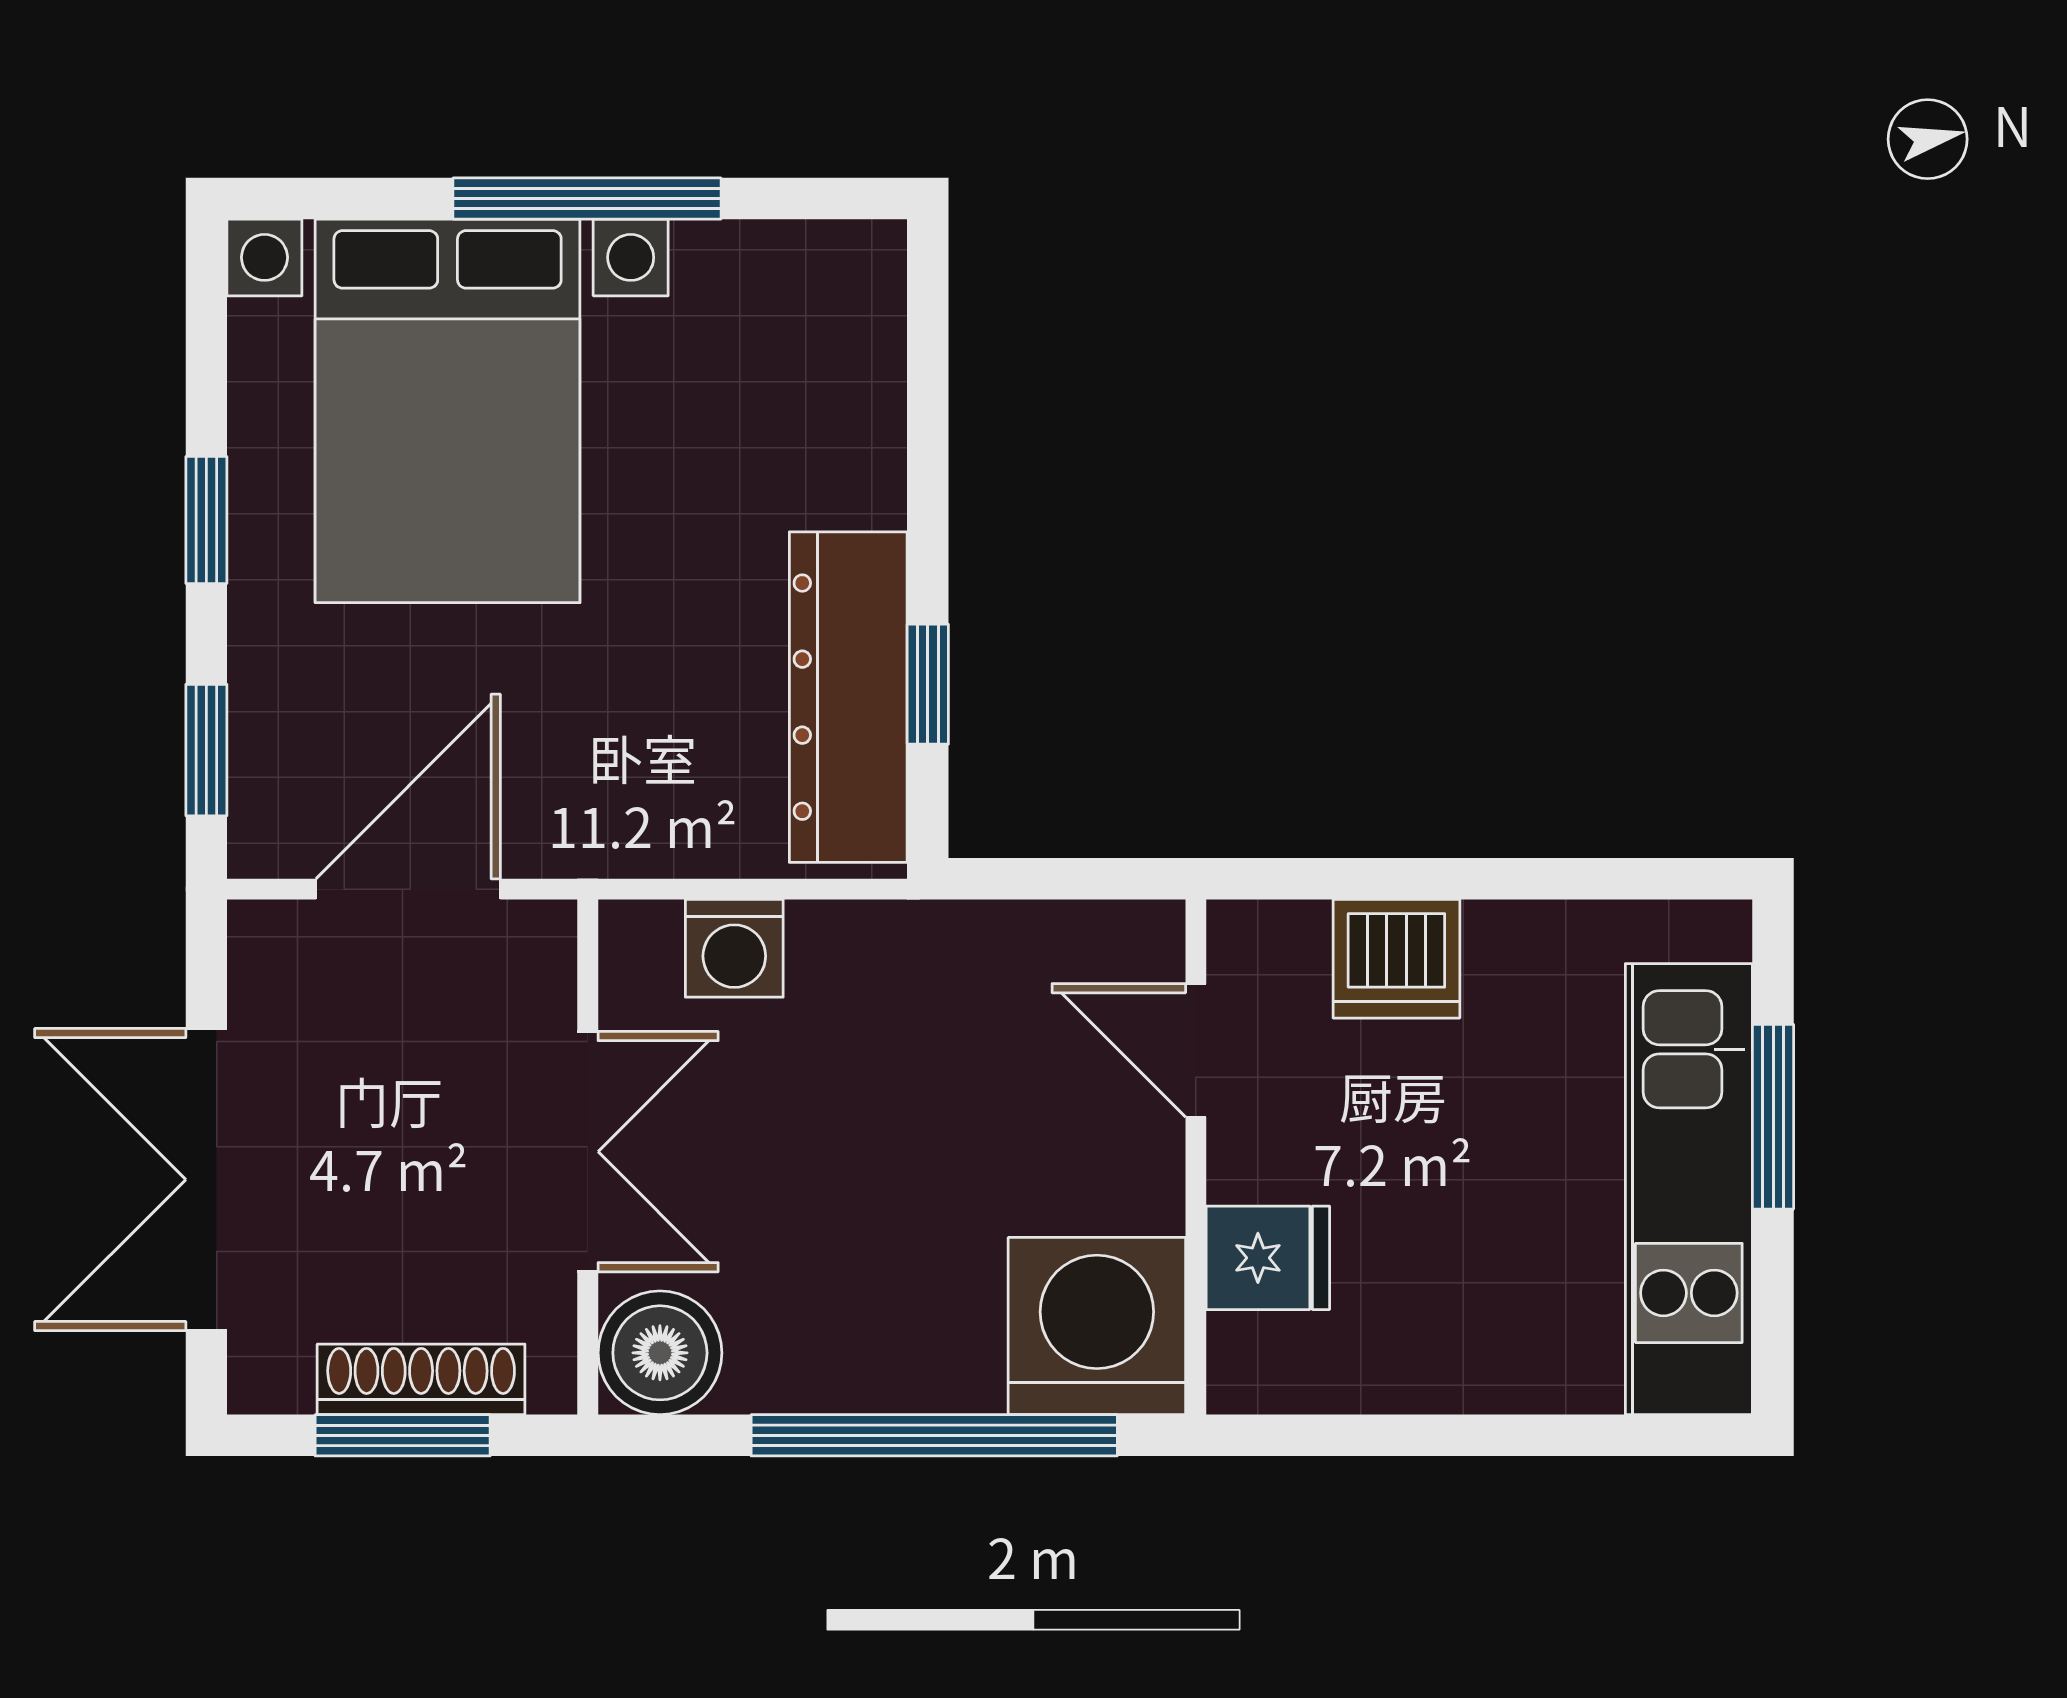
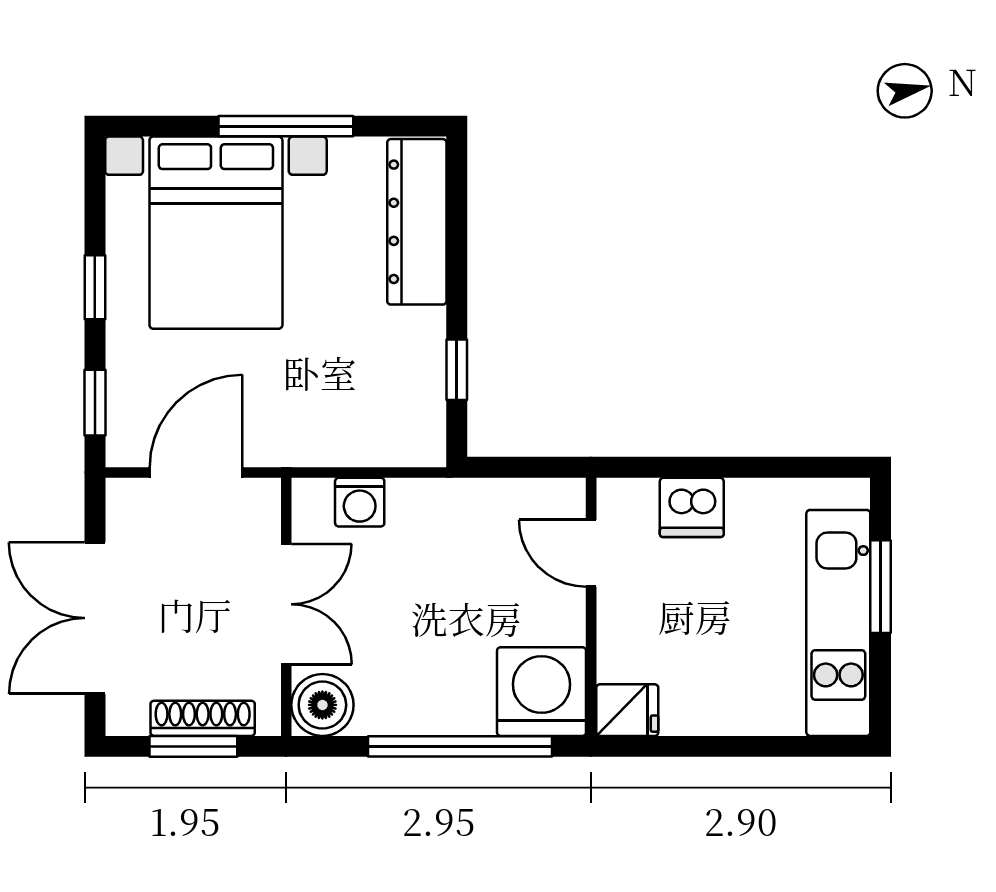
dresser: (848, 697) -> (417, 222), moved
fridge: (1268, 1258) -> (627, 710), moved

